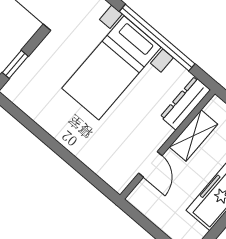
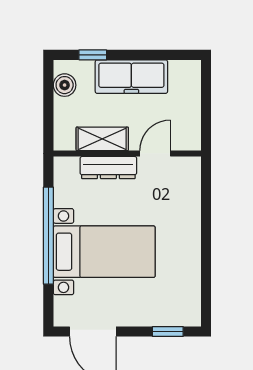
dresser: (185, 103) -> (108, 168), moved

